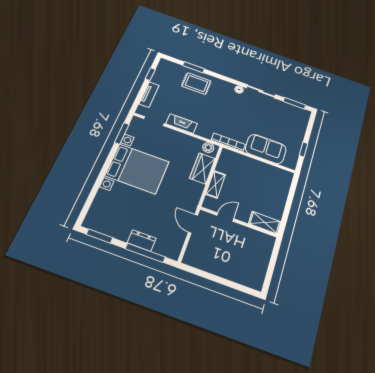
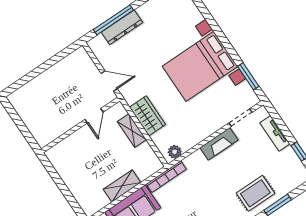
wardrobe: (202, 168) -> (147, 116), moved
shelving: (265, 223) -> (122, 186), moved
dresser: (142, 241) -> (122, 27), width x1.44

